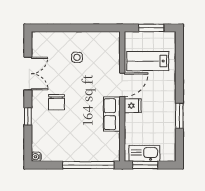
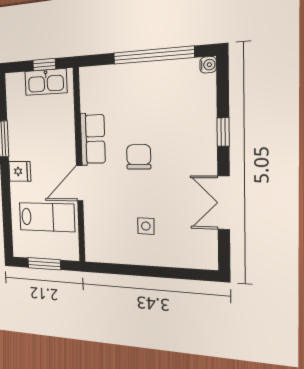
chair: (56, 102) -> (139, 157), moved
fridge: (133, 106) -> (20, 171), moved, turned 180
window: (88, 165) -> (153, 55), moved
window: (145, 165) -> (44, 65), width x0.67

